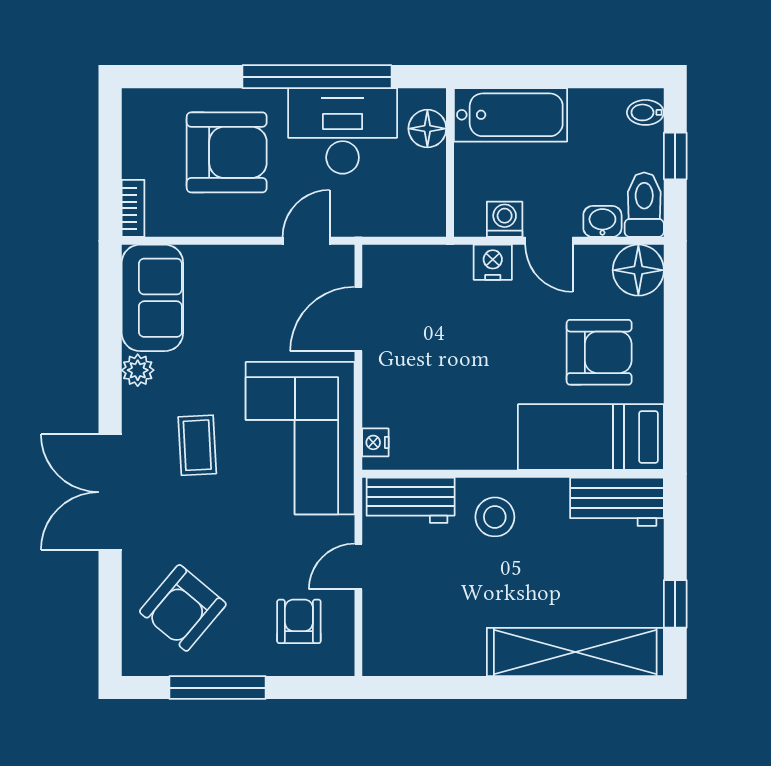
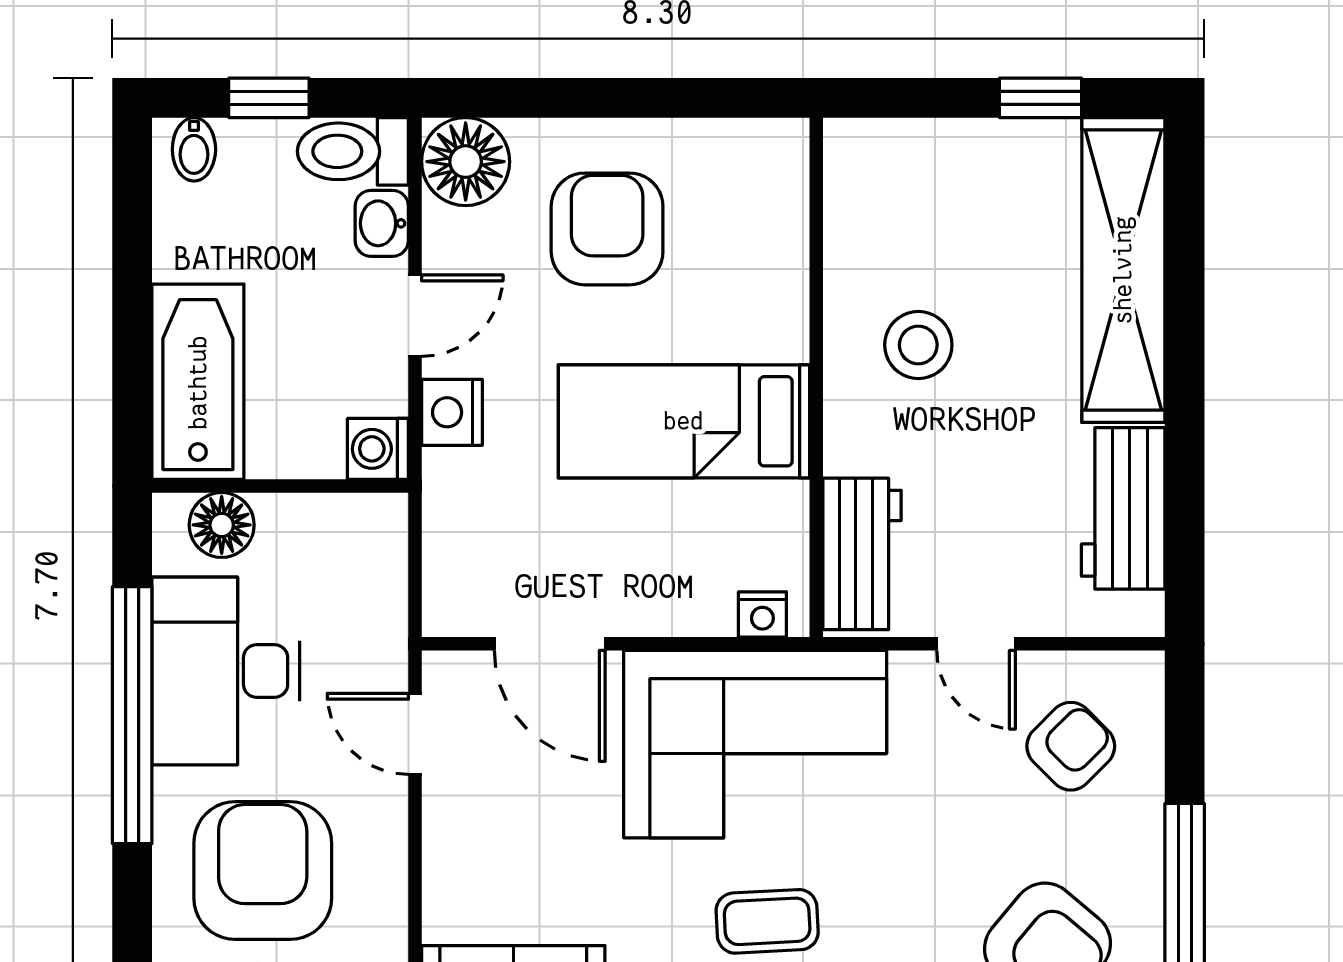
washing machine: (505, 219) -> (378, 449), moved
bed: (591, 437) -> (684, 421), moved, turned 90
workbench: (617, 502) -> (1123, 508), moved, turned 180
stool: (495, 517) -> (918, 345), moved
armchair: (299, 621) -> (1071, 746), turned 135

